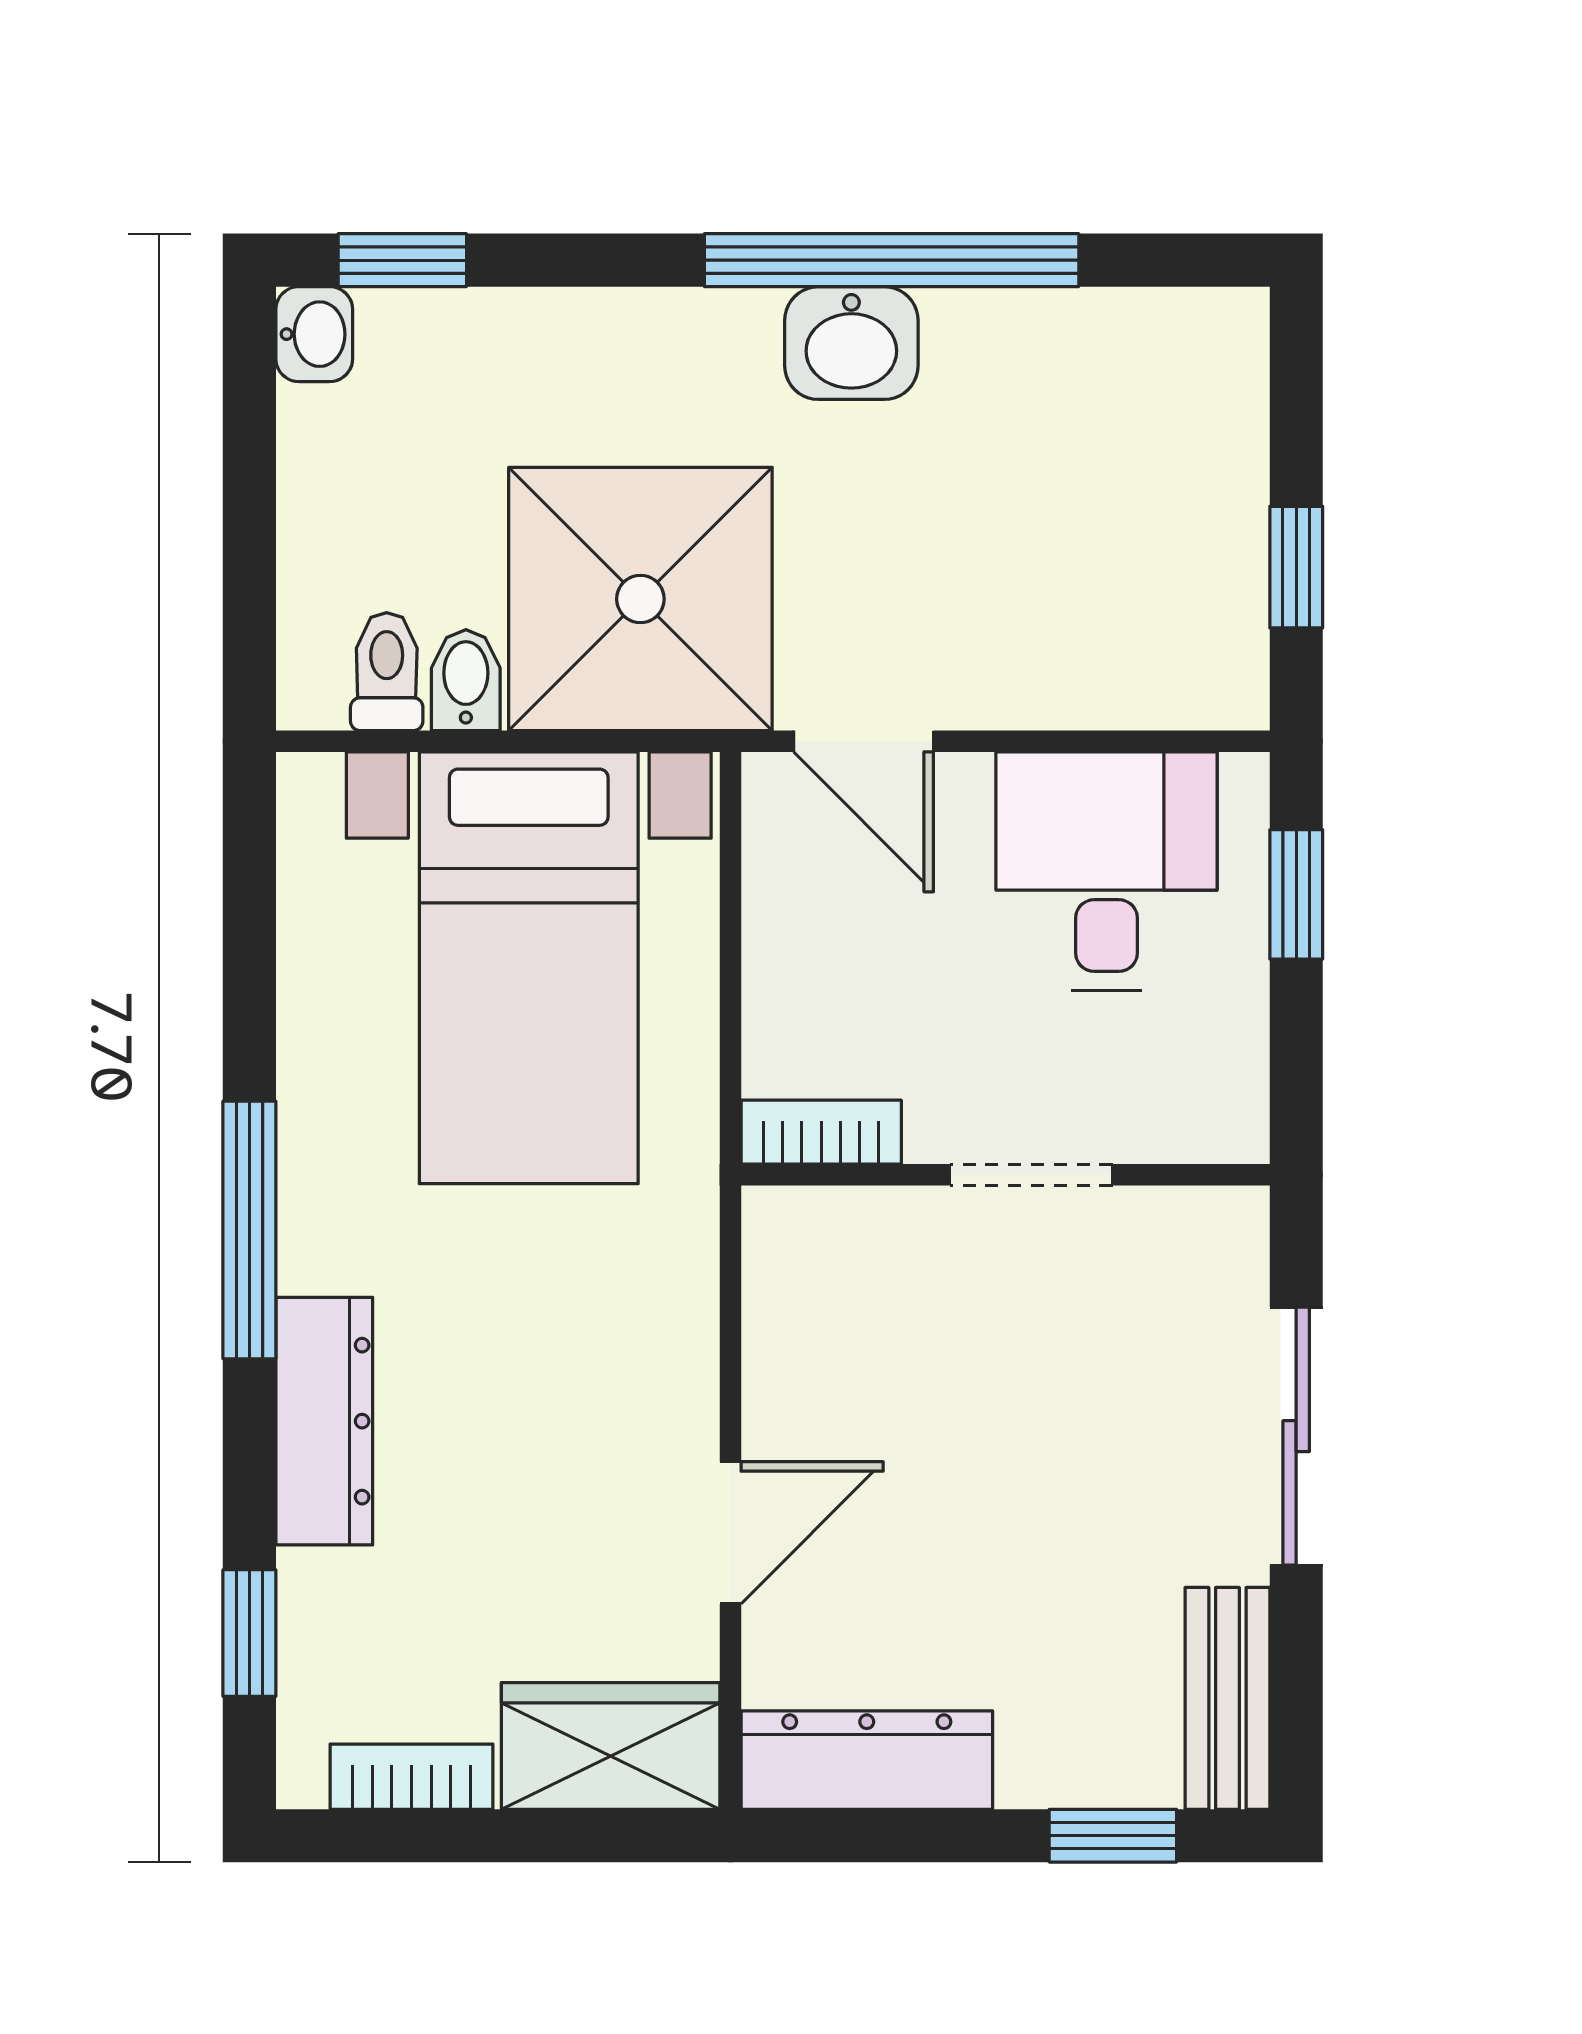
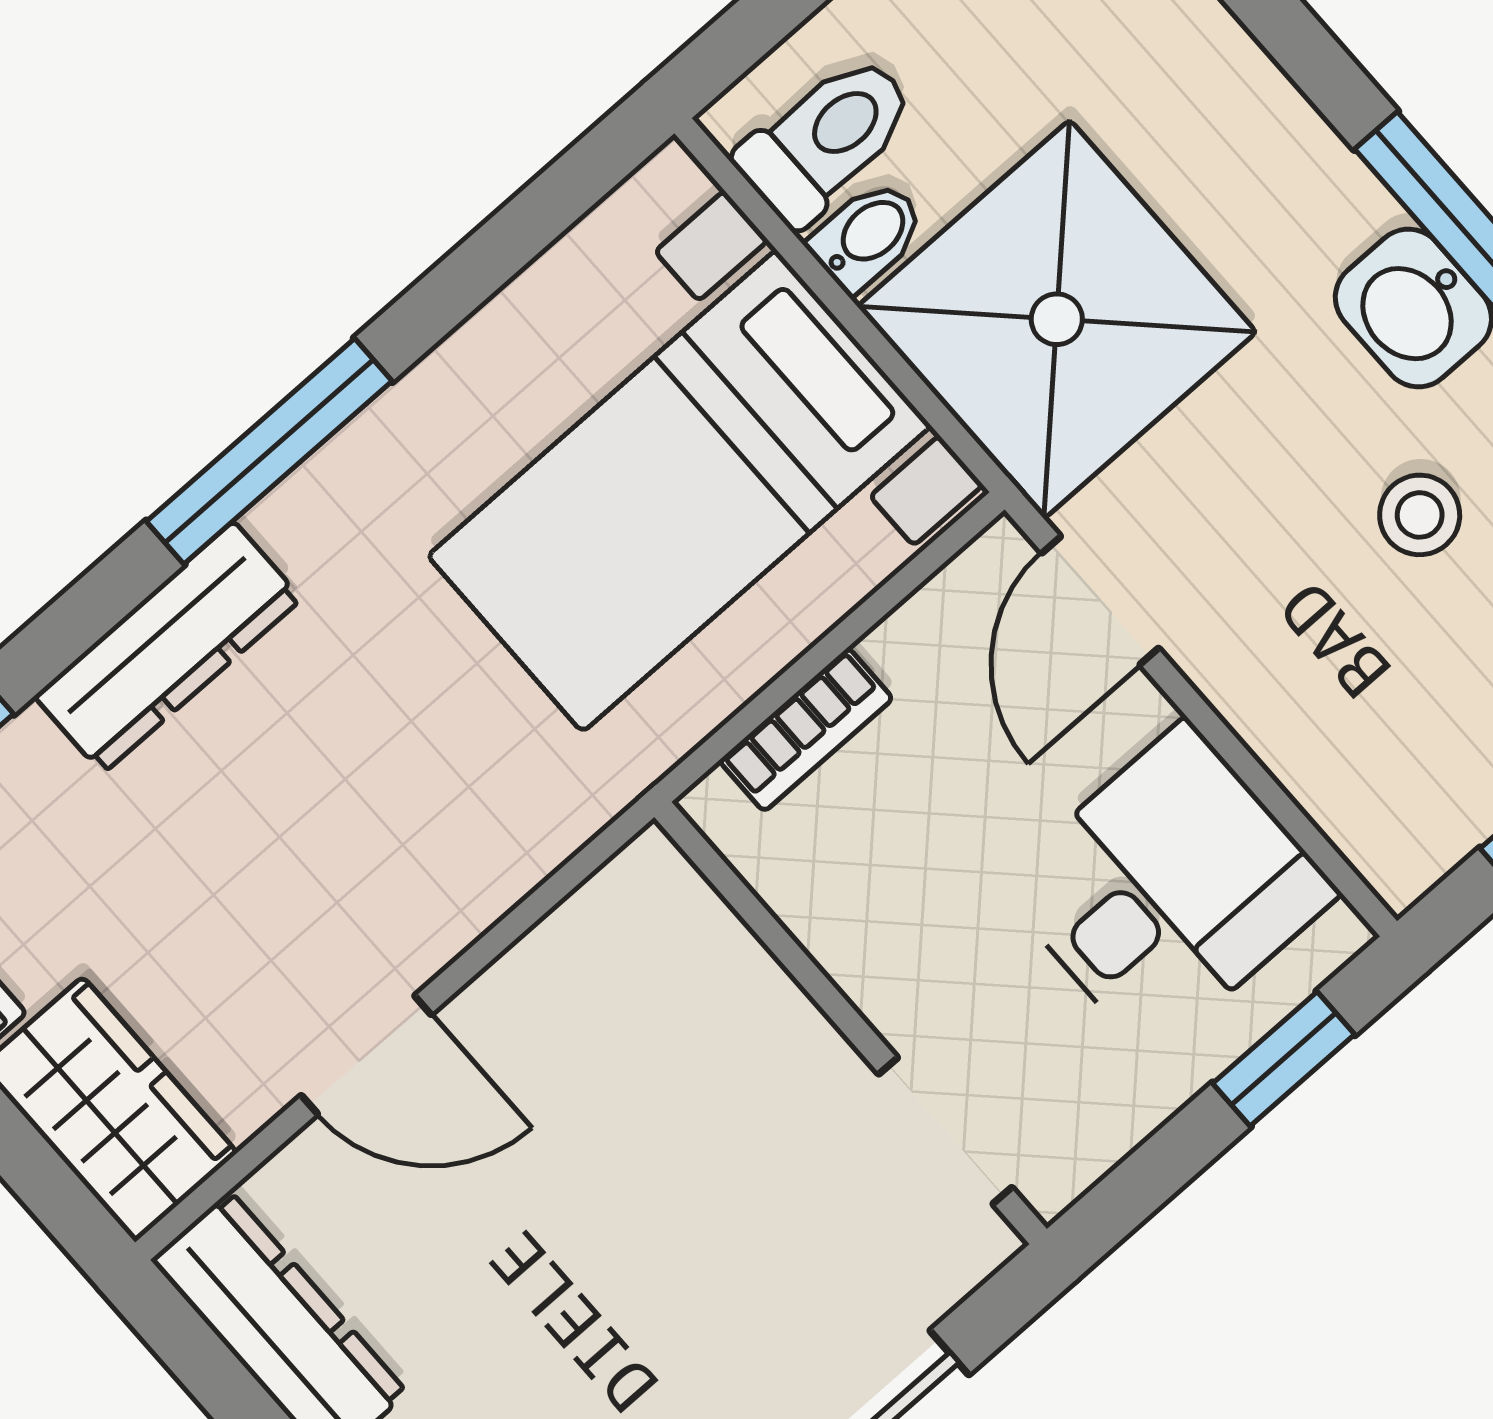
stool: (1000, 466) -> (1420, 515), added
toilet: (387, 672) -> (827, 139), width x1.37, depth x1.39
bookcase: (821, 1132) -> (806, 730), moved, turned 90
doorway: (1031, 1175) -> (945, 1131), moved

